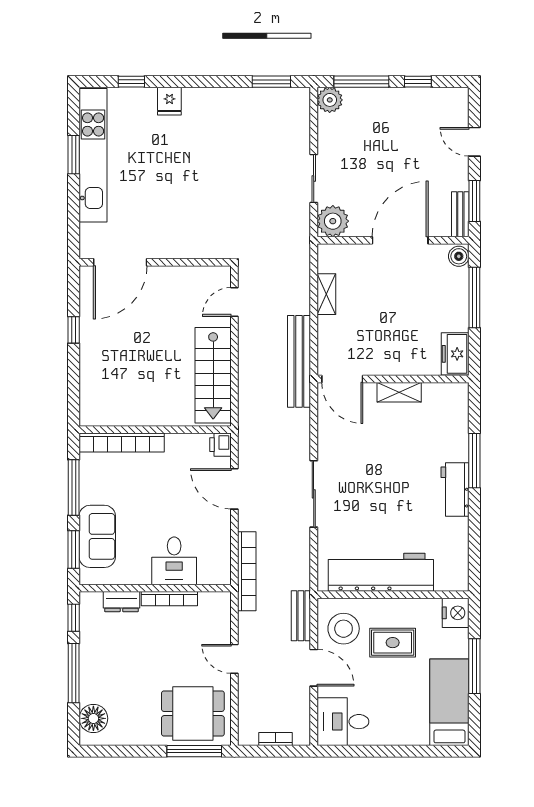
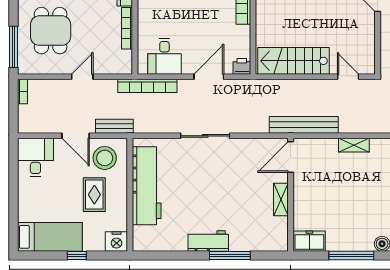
desk: (174, 561) -> (164, 56), moved, turned -90
window: (474, 666) -> (77, 256), width x0.46
door: (314, 668) -> (76, 136), hinge flipped
dining table: (193, 714) -> (51, 31), moved
bookcase: (275, 739) -> (23, 92), moved

